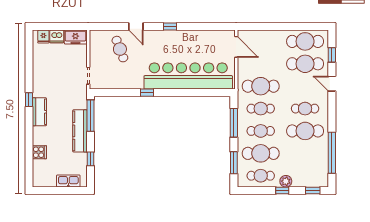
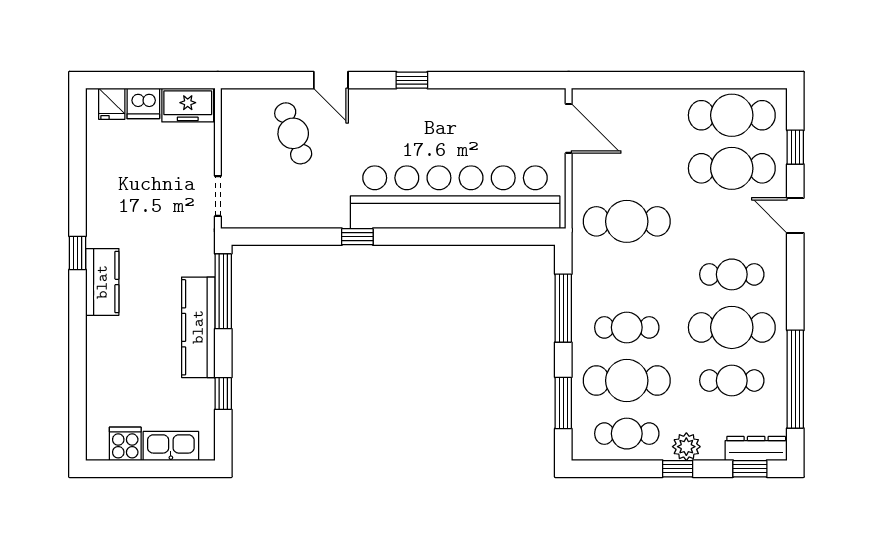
cafe table: (261, 109) -> (732, 381), moved
cooker: (39, 152) -> (125, 444), moved, turned -90
dresser: (315, 182) -> (756, 448), added

